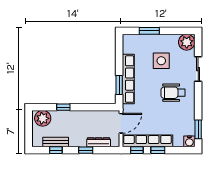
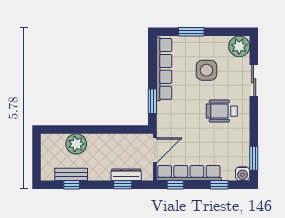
row of seats: (128, 79) -> (164, 69), moved
window: (63, 107) -> (81, 130), removed
plant: (43, 118) -> (76, 144), moved
window: (86, 150) -> (123, 185), moved
window: (158, 150) -> (219, 185), moved

